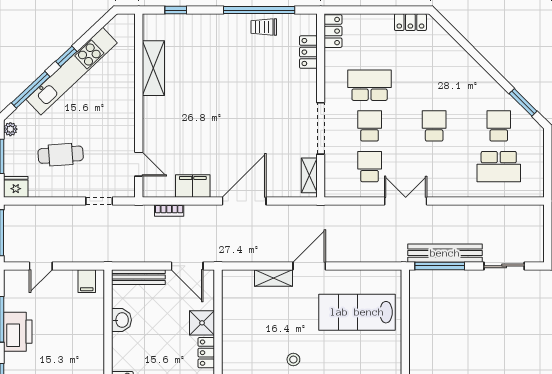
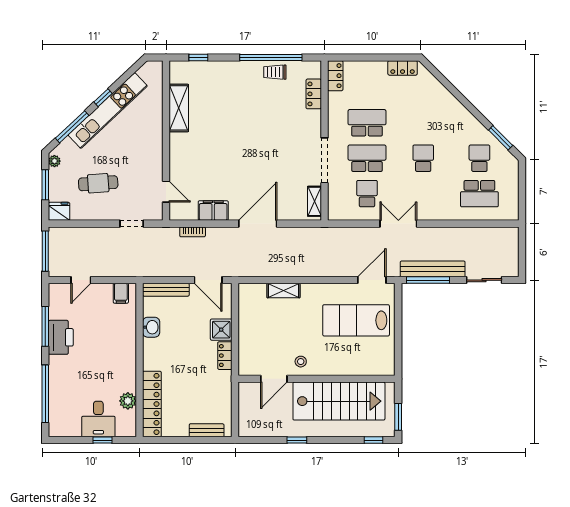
school desk: (370, 126) -> (367, 158), width x1.85
door: (309, 266) -> (372, 280), moved

